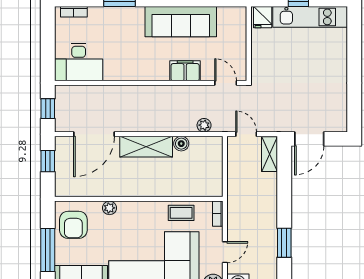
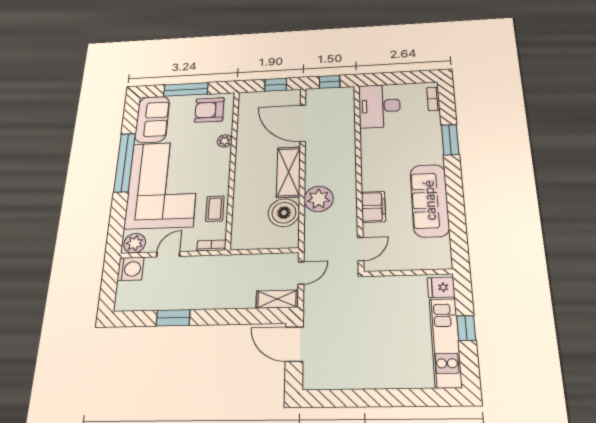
plant: (204, 125) -> (319, 199), moved, width x1.87, depth x1.87
boiler: (181, 144) -> (284, 213), width x1.86, depth x1.86
door: (225, 252) -> (168, 254), swing flipped

